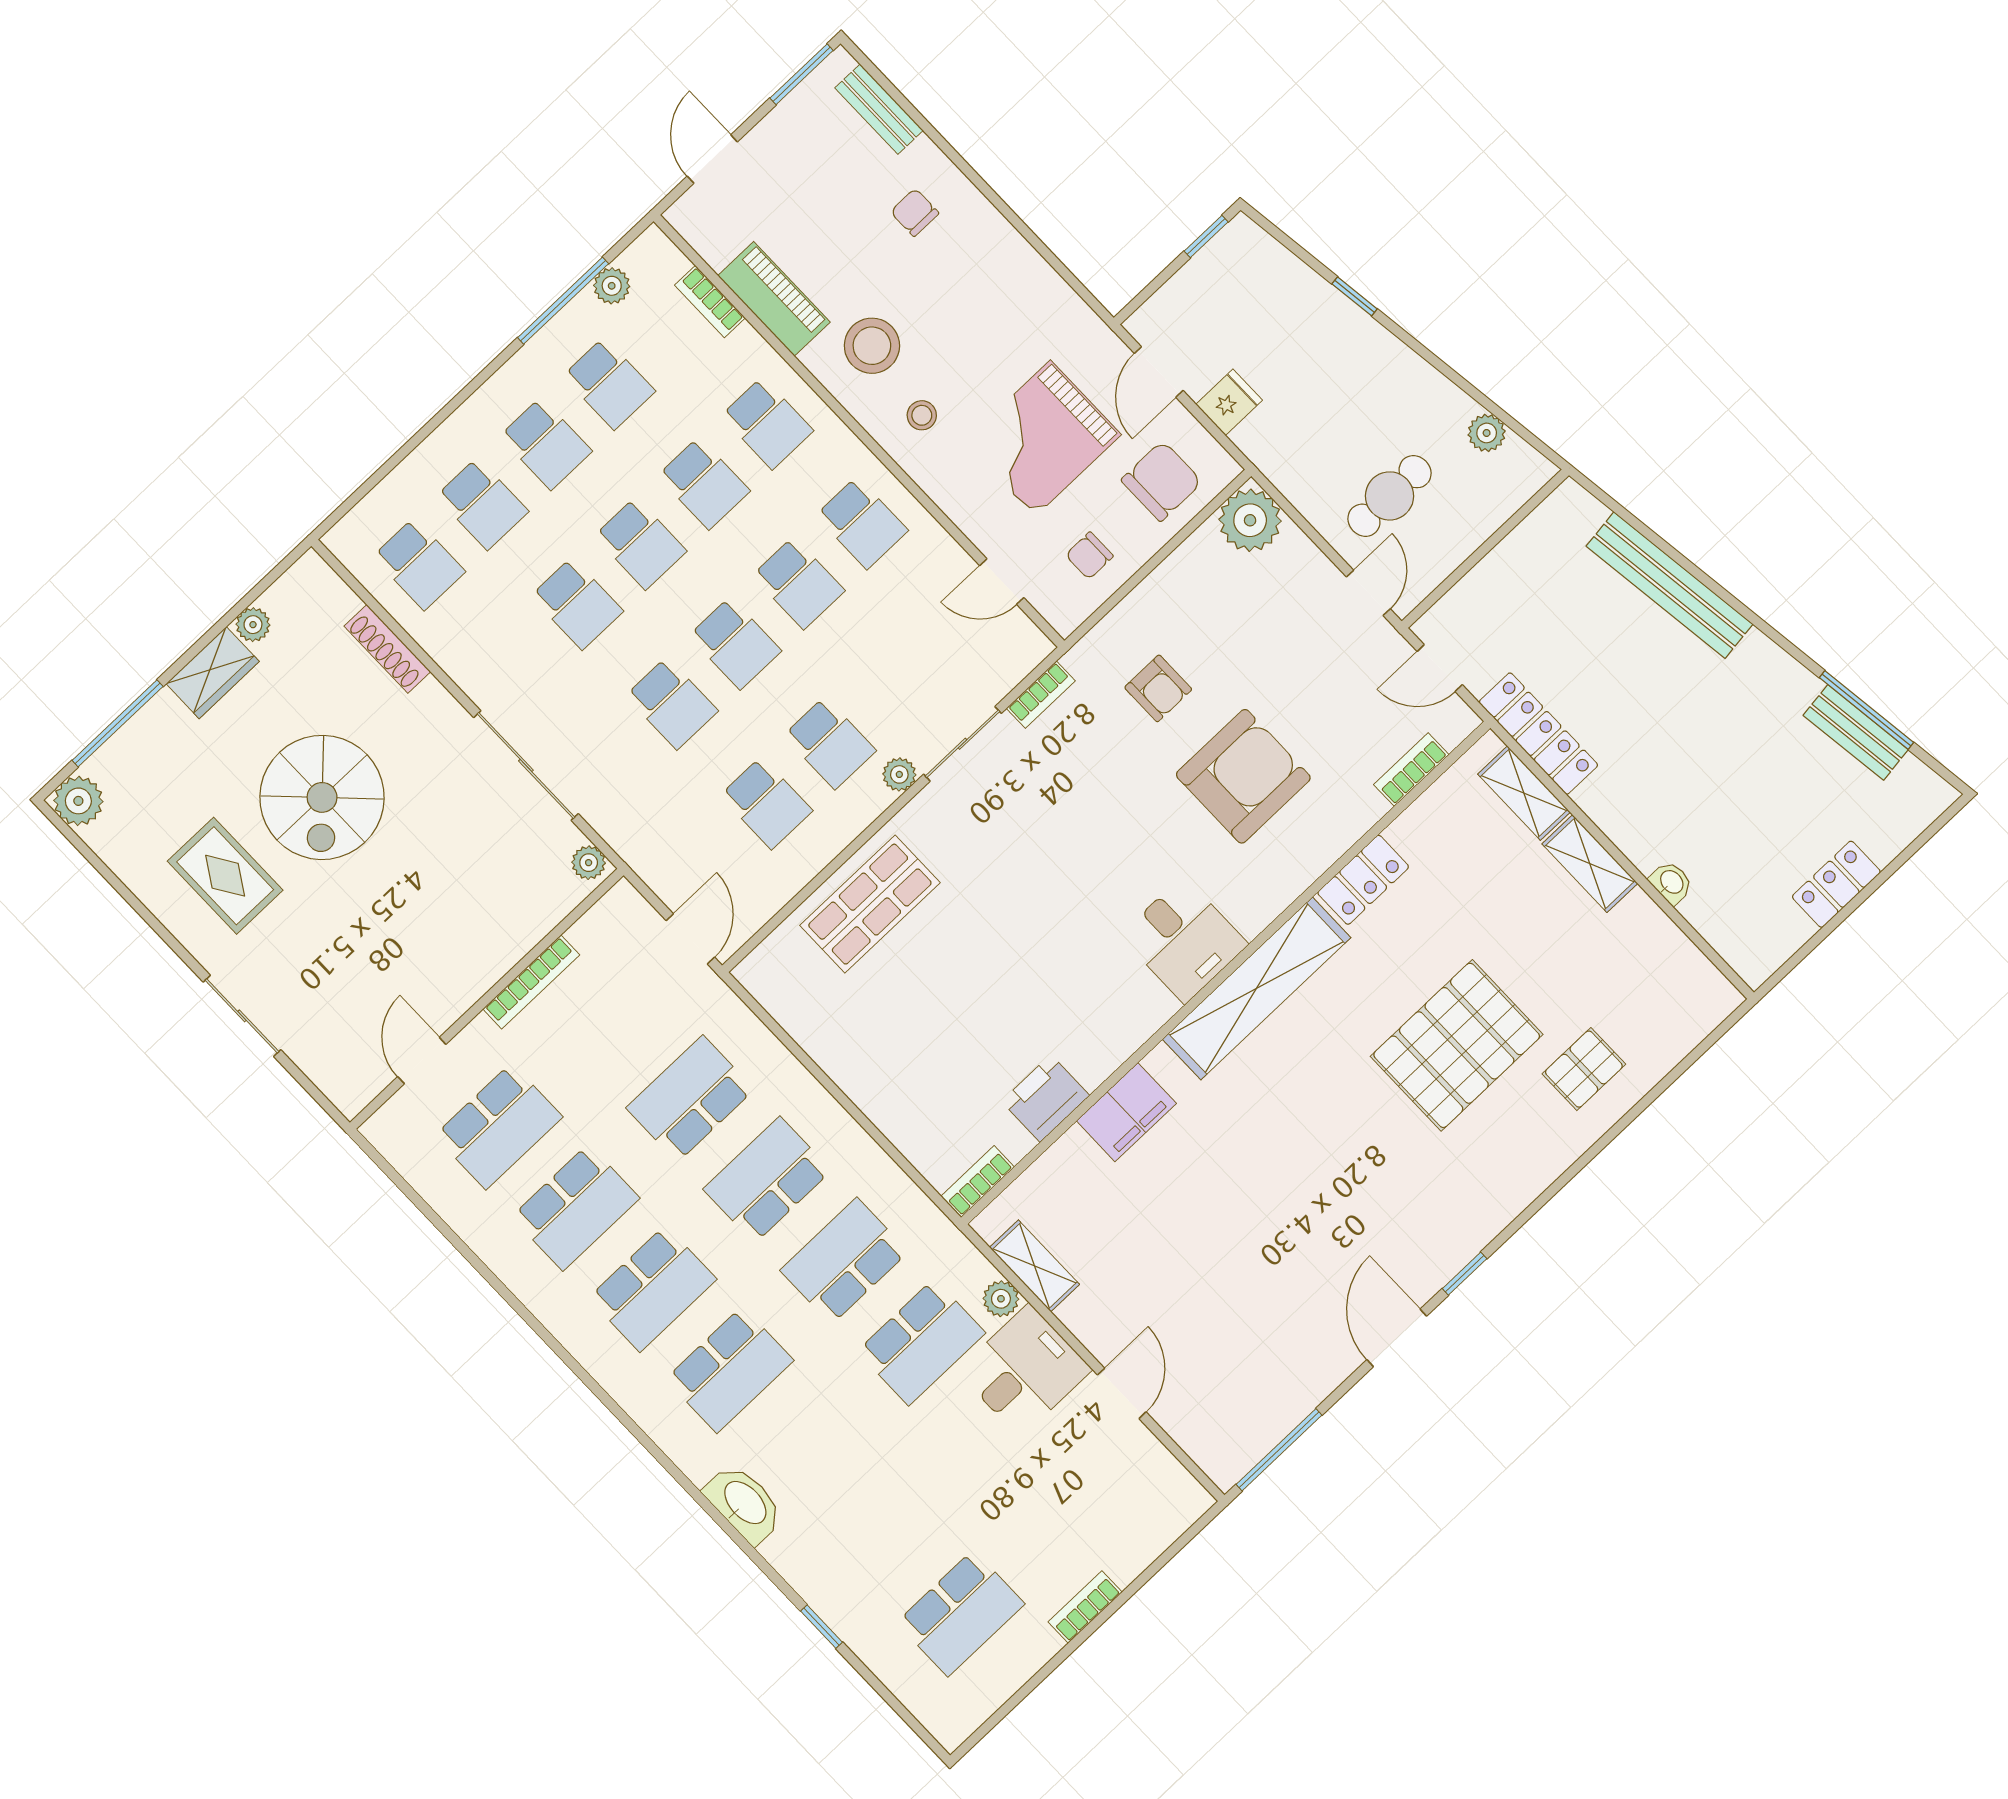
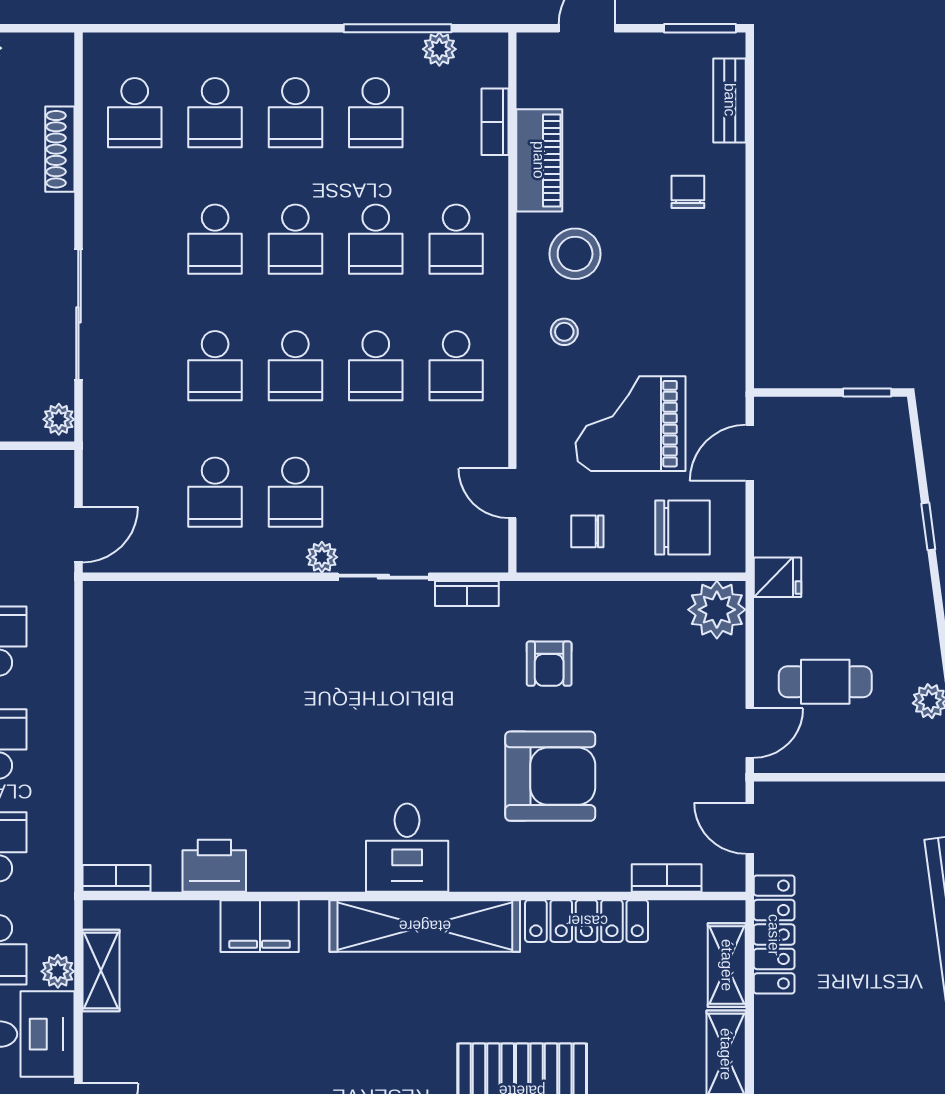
fridge: (1229, 402) -> (778, 577), moved
locker: (1363, 880) -> (587, 921), width x1.53
shop shelf: (870, 904) -> (220, 625), removed

